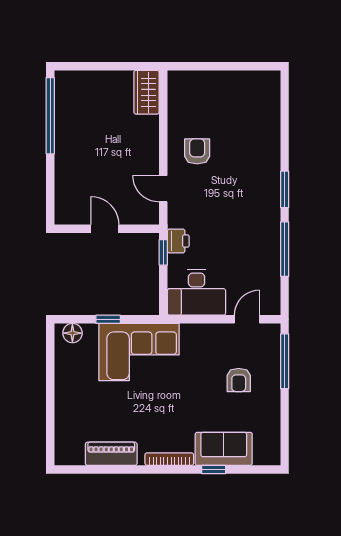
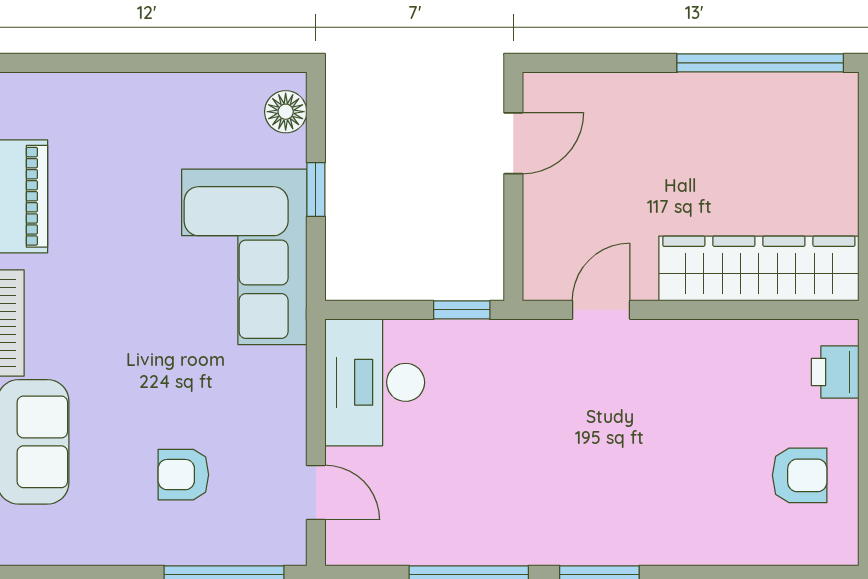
wardrobe: (146, 92) -> (759, 268), width x2.10, depth x1.17
armchair: (197, 151) -> (800, 475), moved
door: (105, 229) -> (513, 143), moved
printer: (178, 241) -> (835, 372), moved, turned 90

